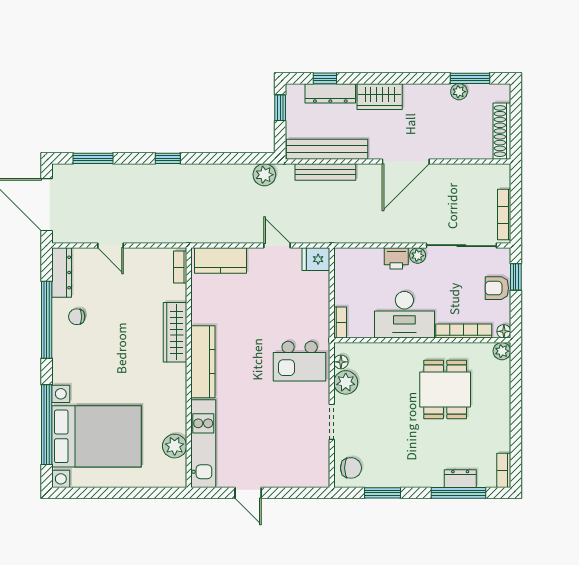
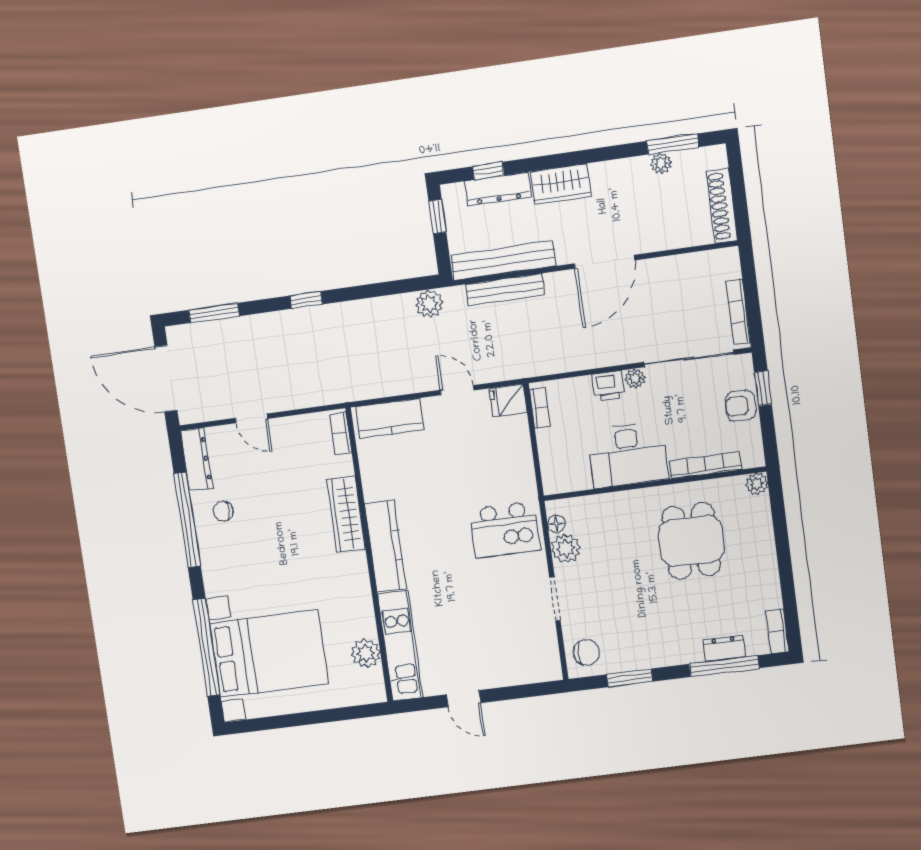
bookcase: (340, 323) -> (540, 408), moved
floor lamp: (504, 331) -> (756, 459), removed

